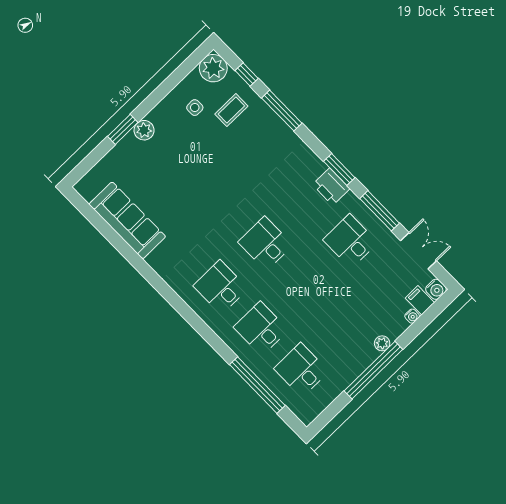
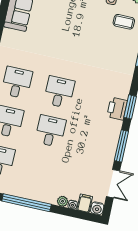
desk: (350, 241) -> (50, 131), moved
plant: (382, 343) -> (63, 201), moved

